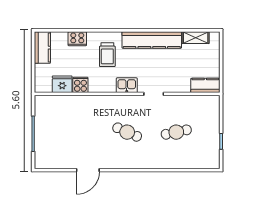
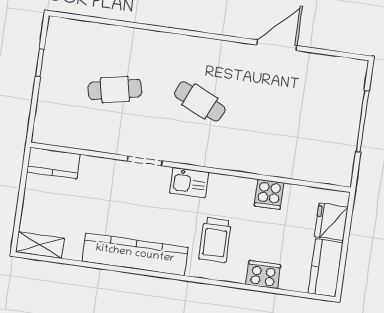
shelving: (196, 38) -> (40, 245), moved
trolley: (107, 55) -> (215, 240), turned 180
fridge: (62, 84) -> (331, 222), moved, turned 90

